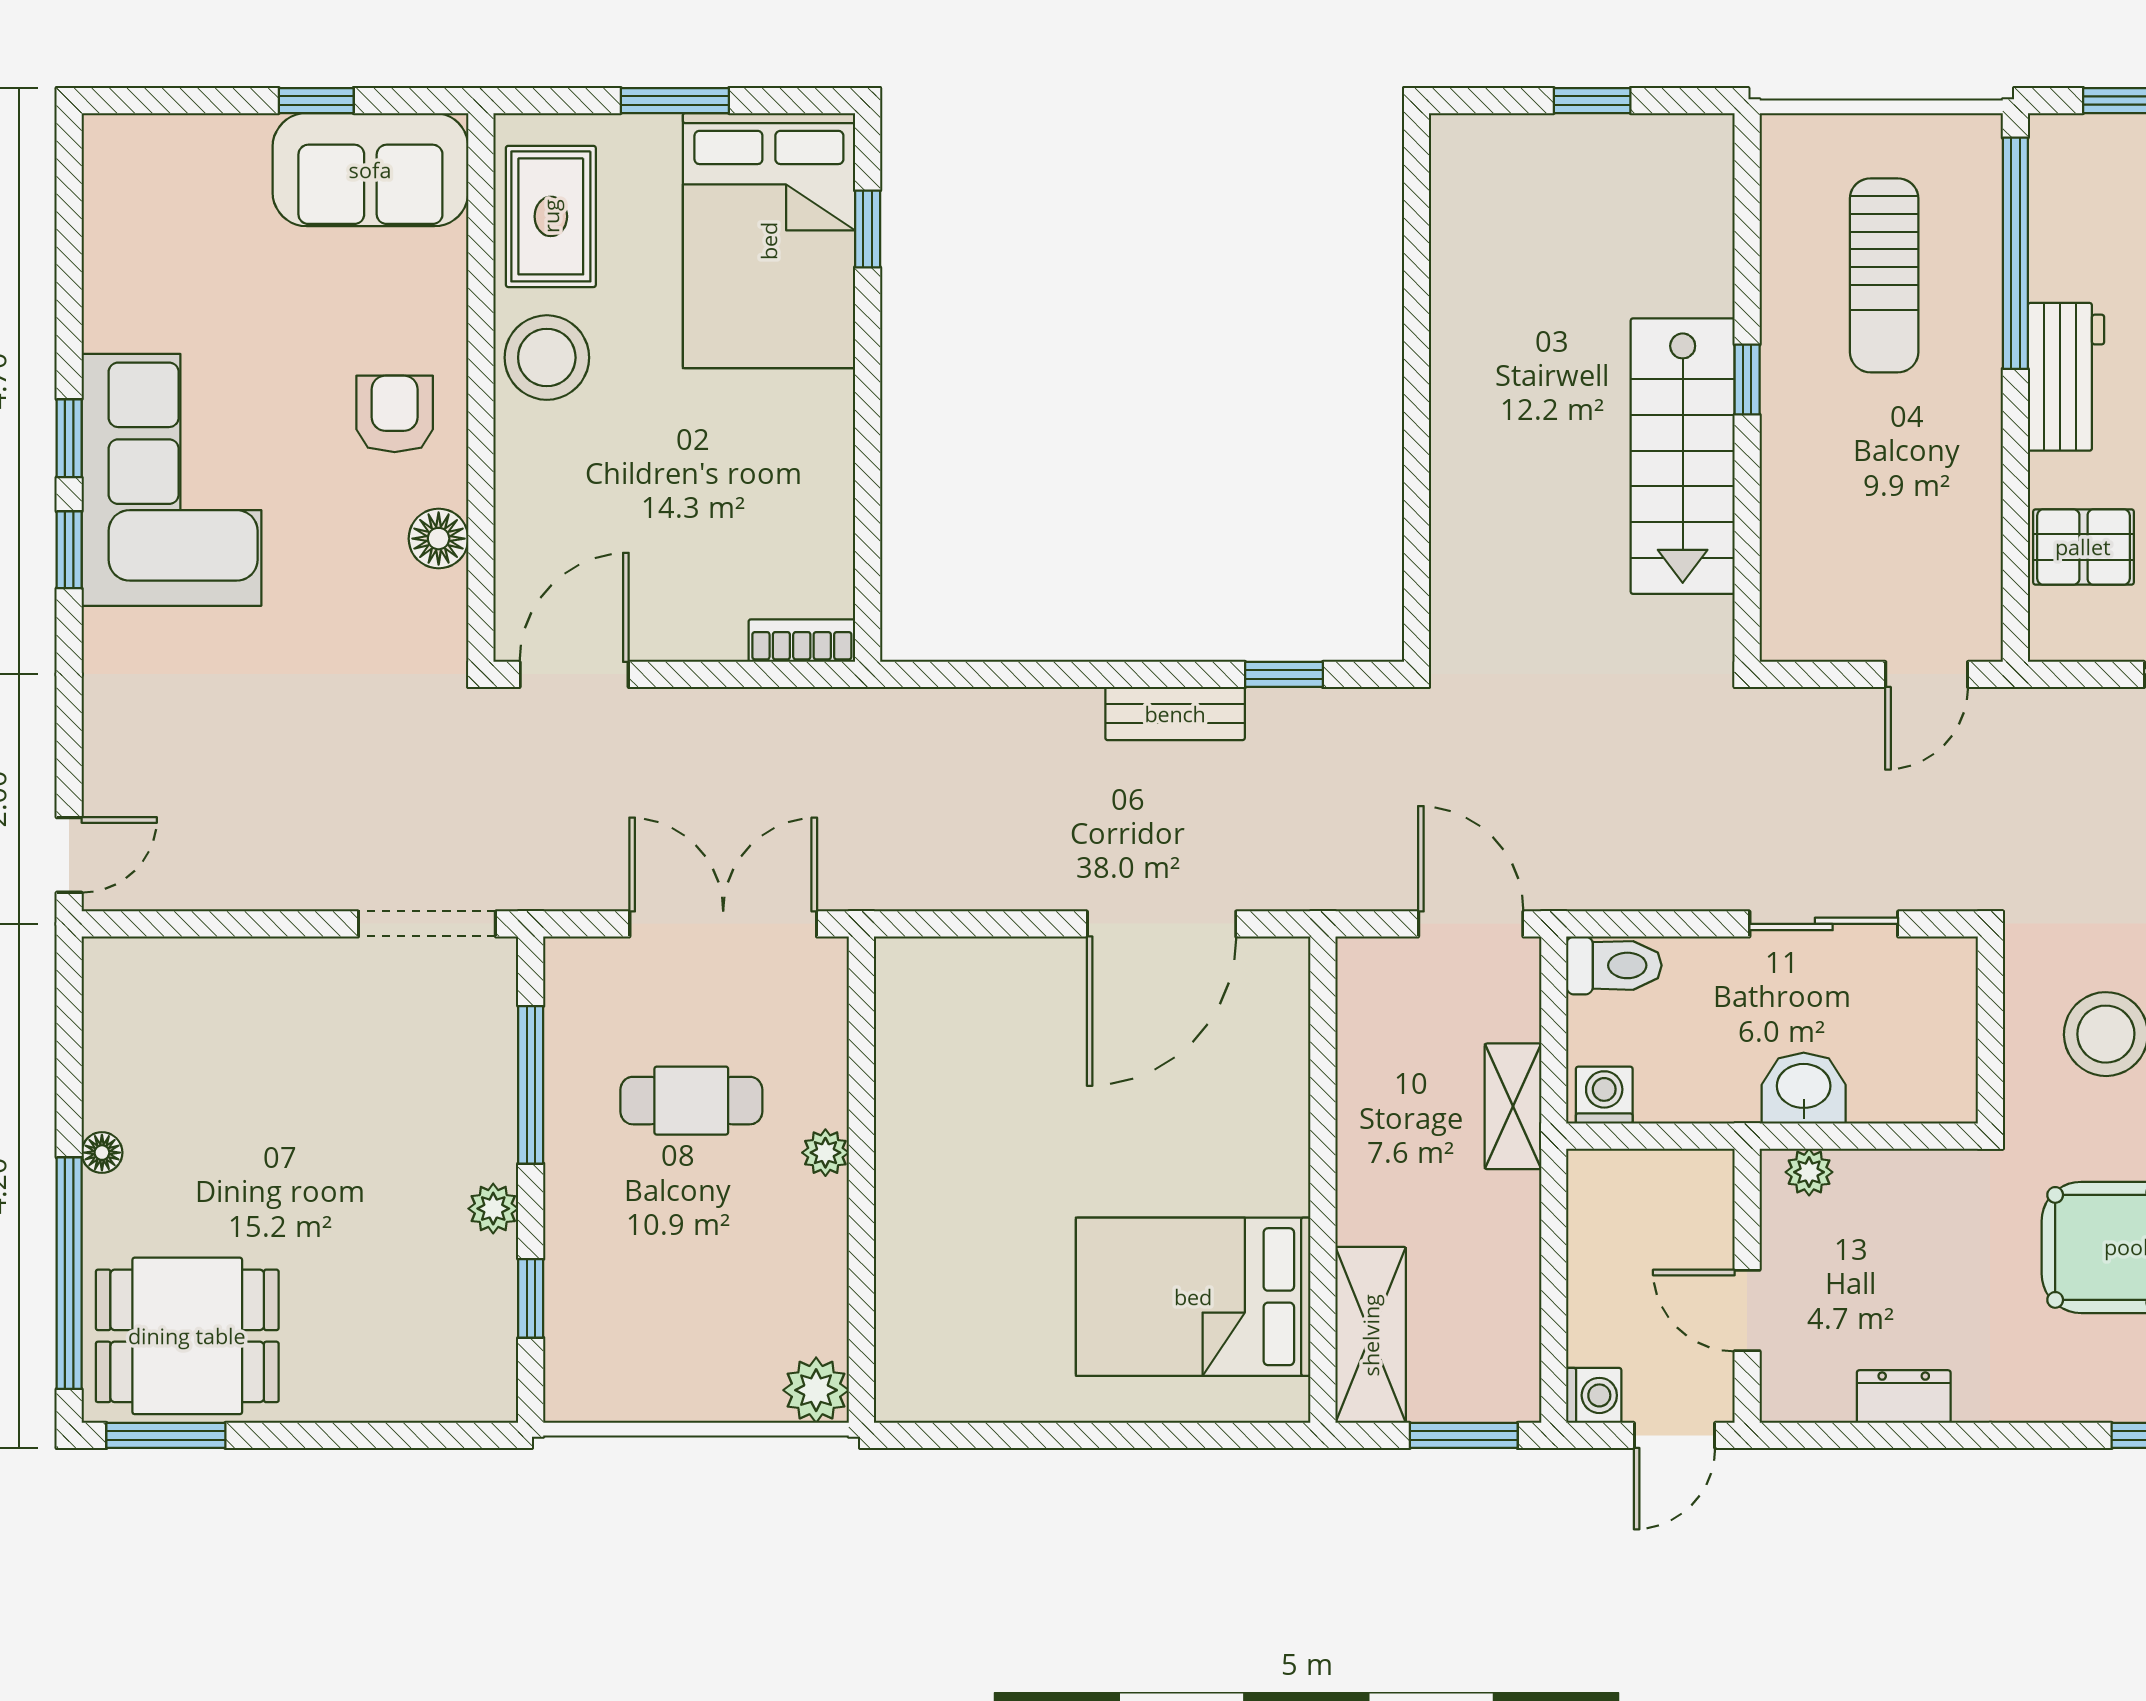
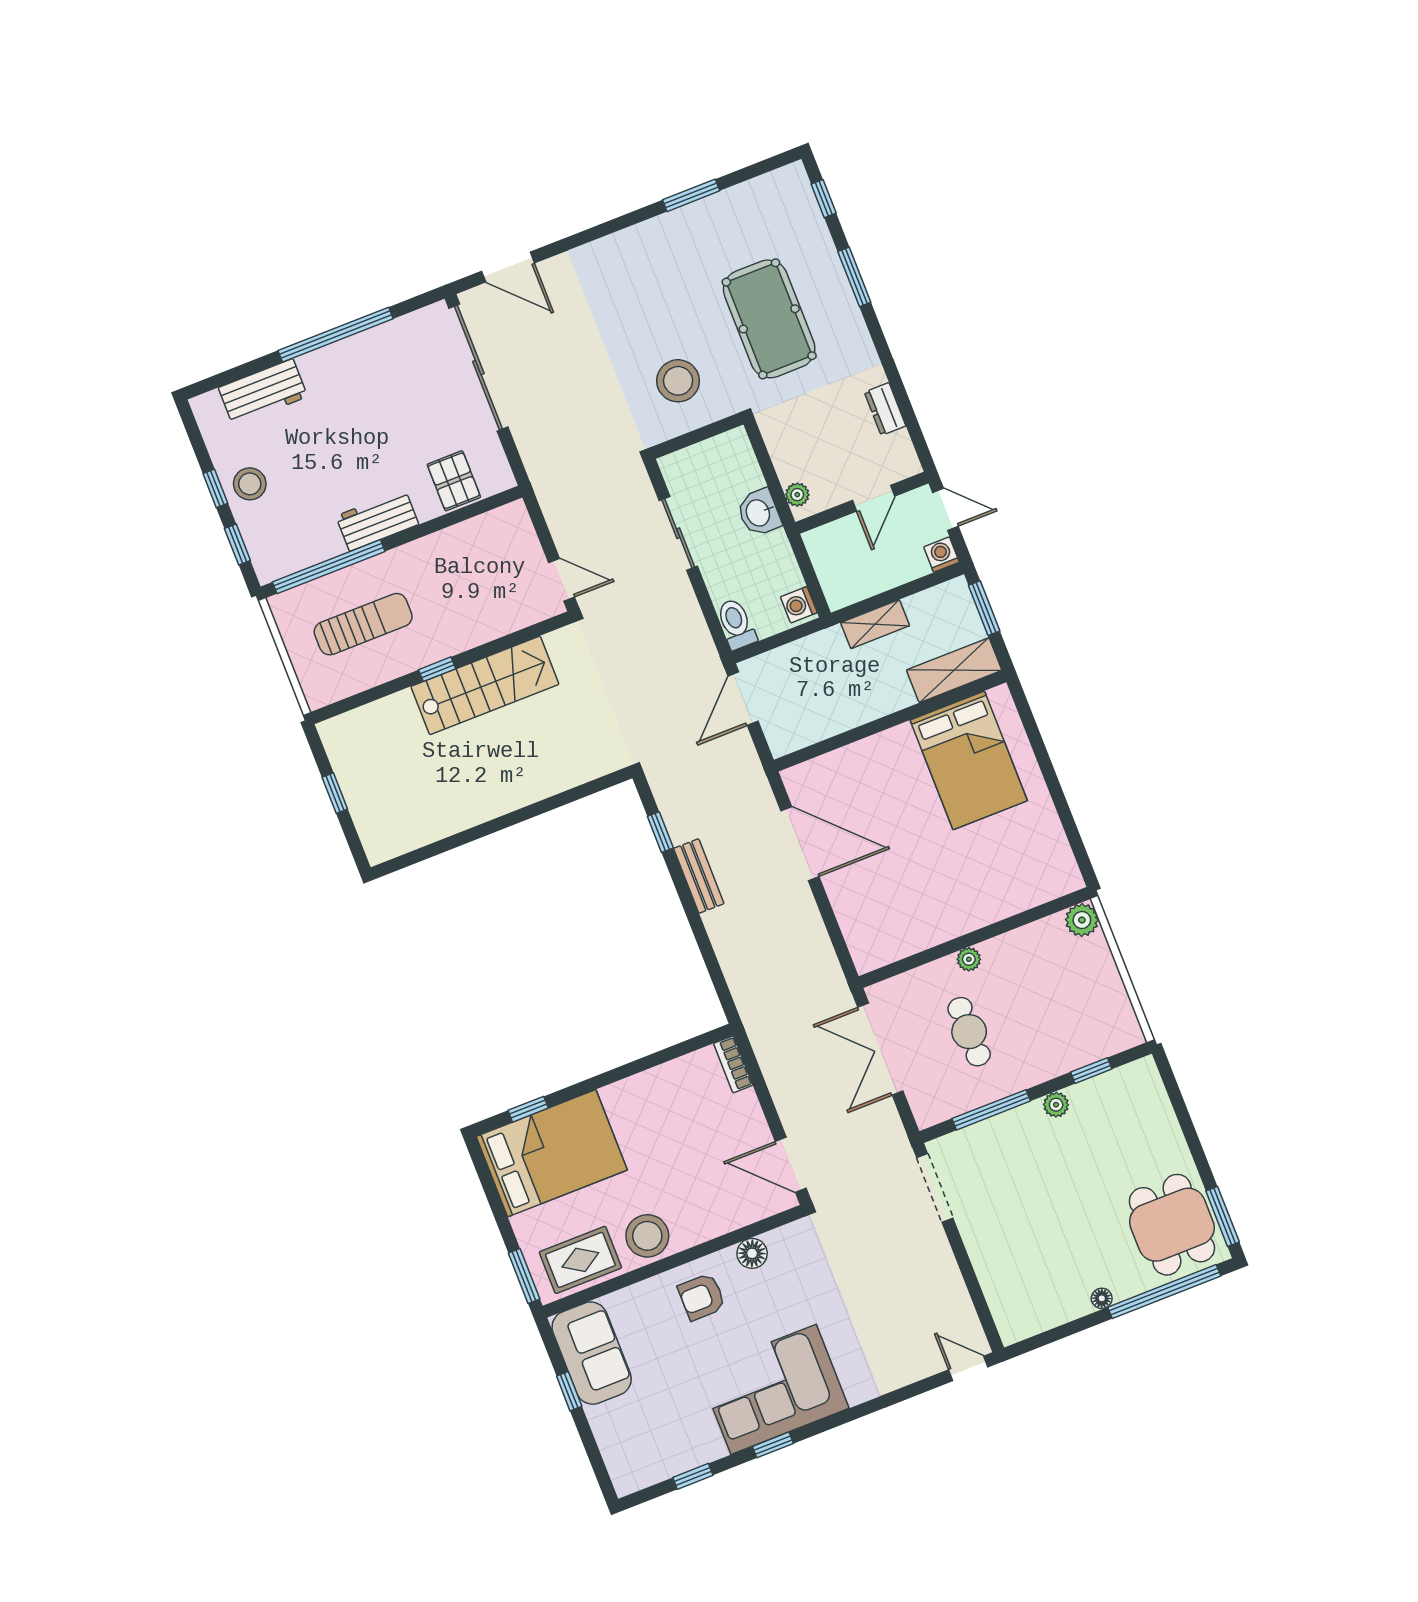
window: (675, 101) -> (524, 1276), moved
window: (69, 550) -> (693, 1476), moved
door: (1927, 674) -> (562, 580), moved
shelving: (1513, 1106) -> (875, 624), moved

